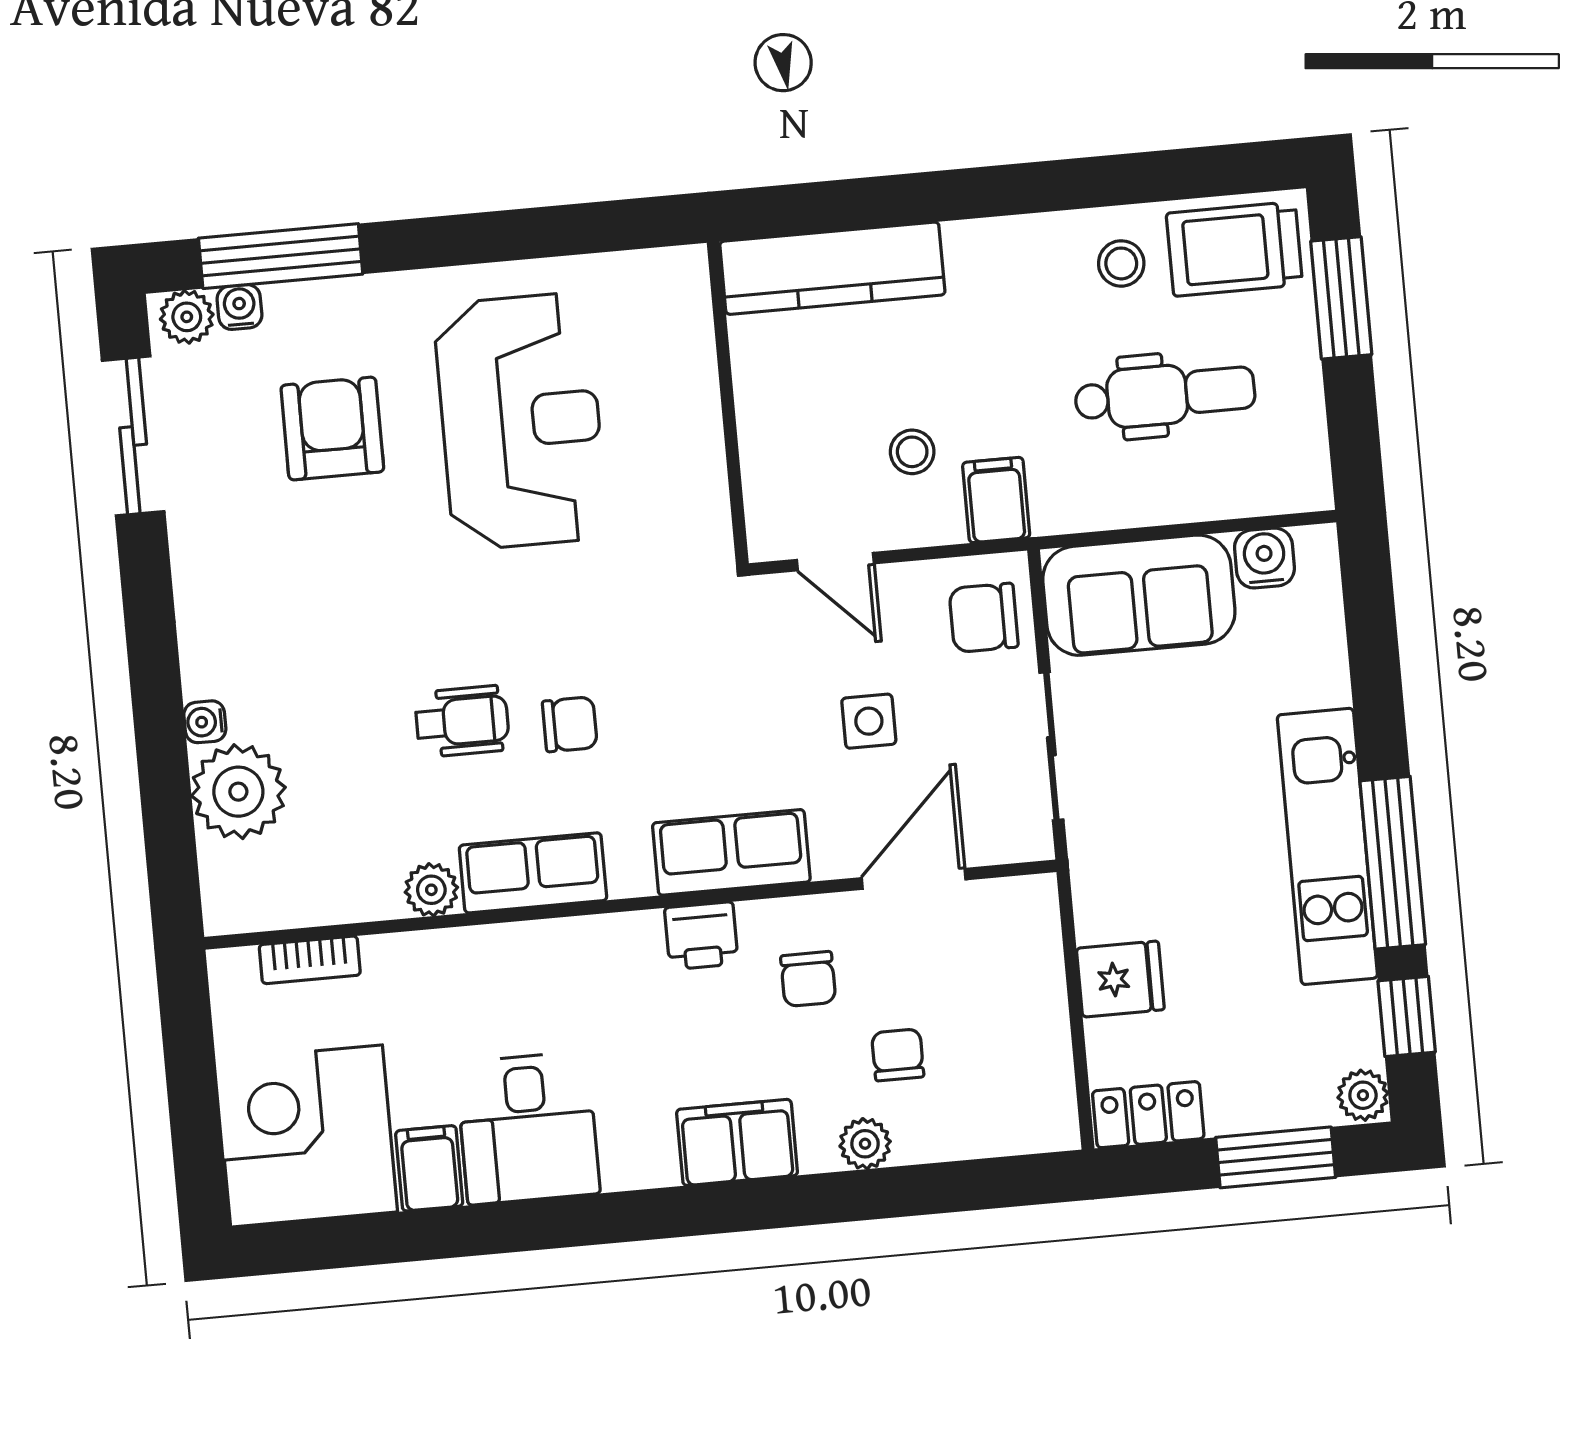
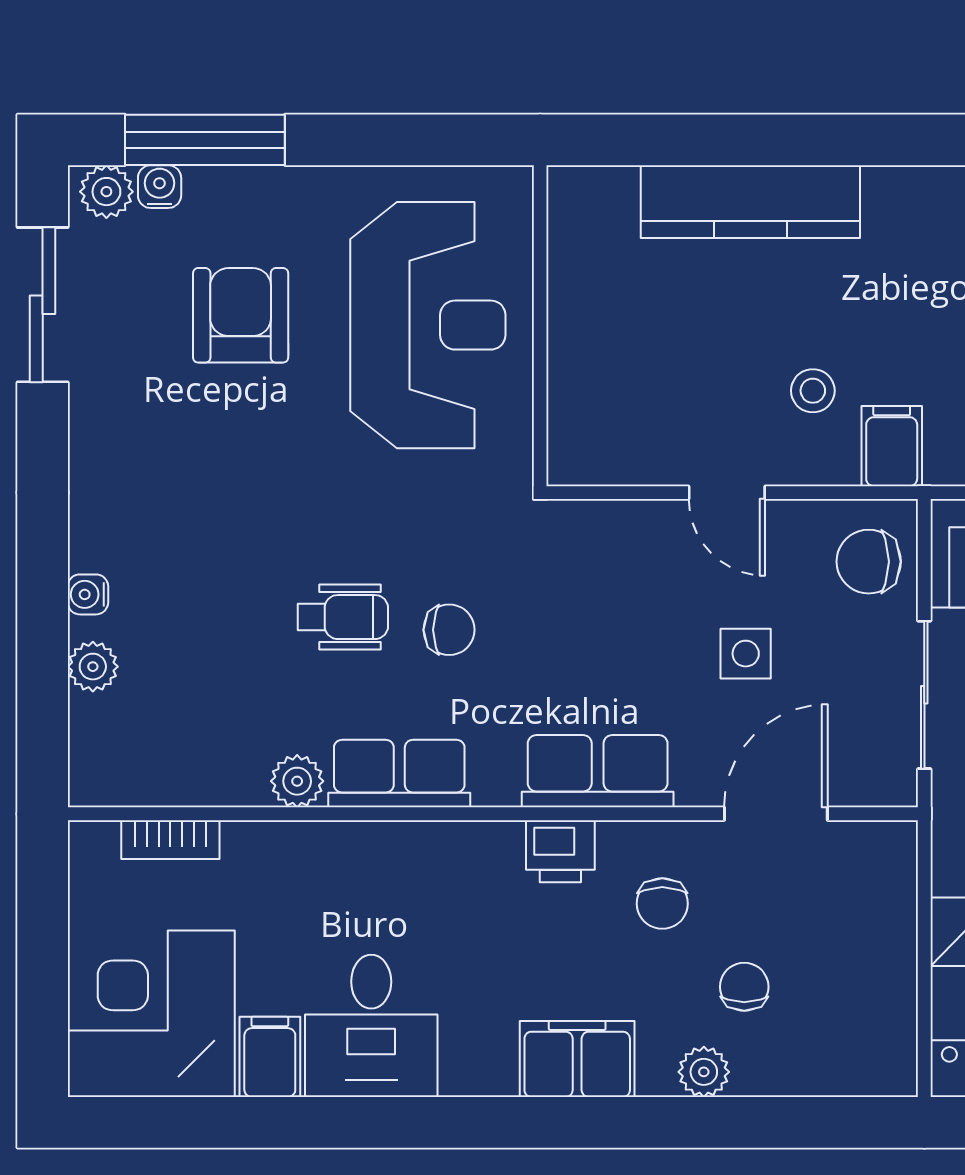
wall: (728, 403) -> (540, 326), moved
plant: (238, 792) -> (93, 667), width x0.53, depth x0.53

